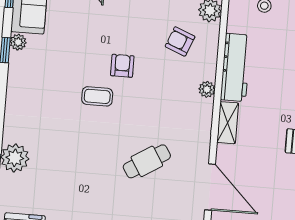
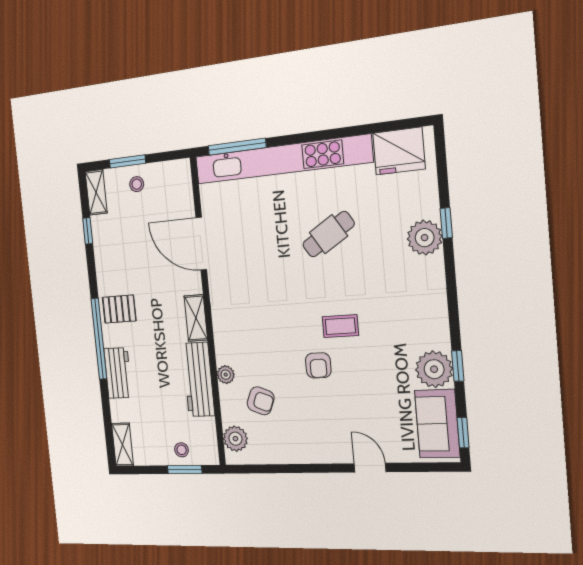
plant: (18, 42) -> (434, 369), width x1.88, depth x1.88
plant: (207, 89) -> (226, 375), moved
cafe table: (147, 161) -> (329, 234), moved

